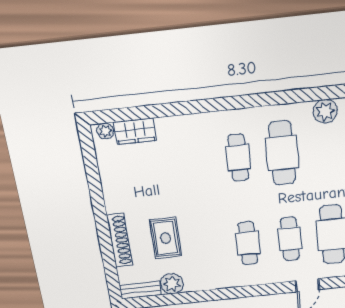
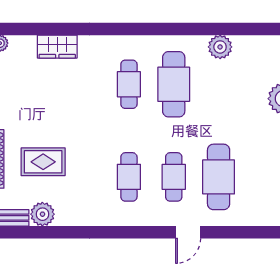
wardrobe: (135, 131) -> (57, 47), moved
rug: (165, 238) -> (43, 162), turned 90

